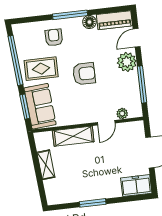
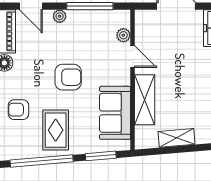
plant: (127, 62) -> (60, 16), width x0.53, depth x0.53
armchair: (84, 74) -> (68, 77), turned 90
sofa: (40, 106) -> (115, 113), moved, turned -85

